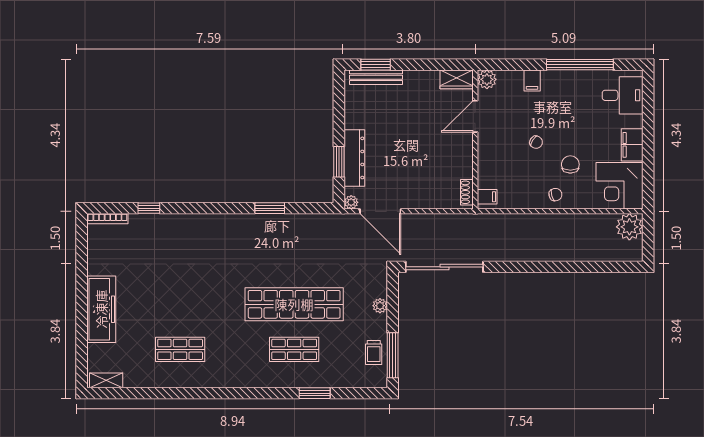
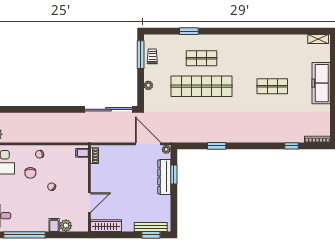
wardrobe: (457, 79) -> (106, 226), width x1.50
plant: (487, 79) -> (66, 226), moved
shop shelf: (180, 349) -> (272, 86), moved

